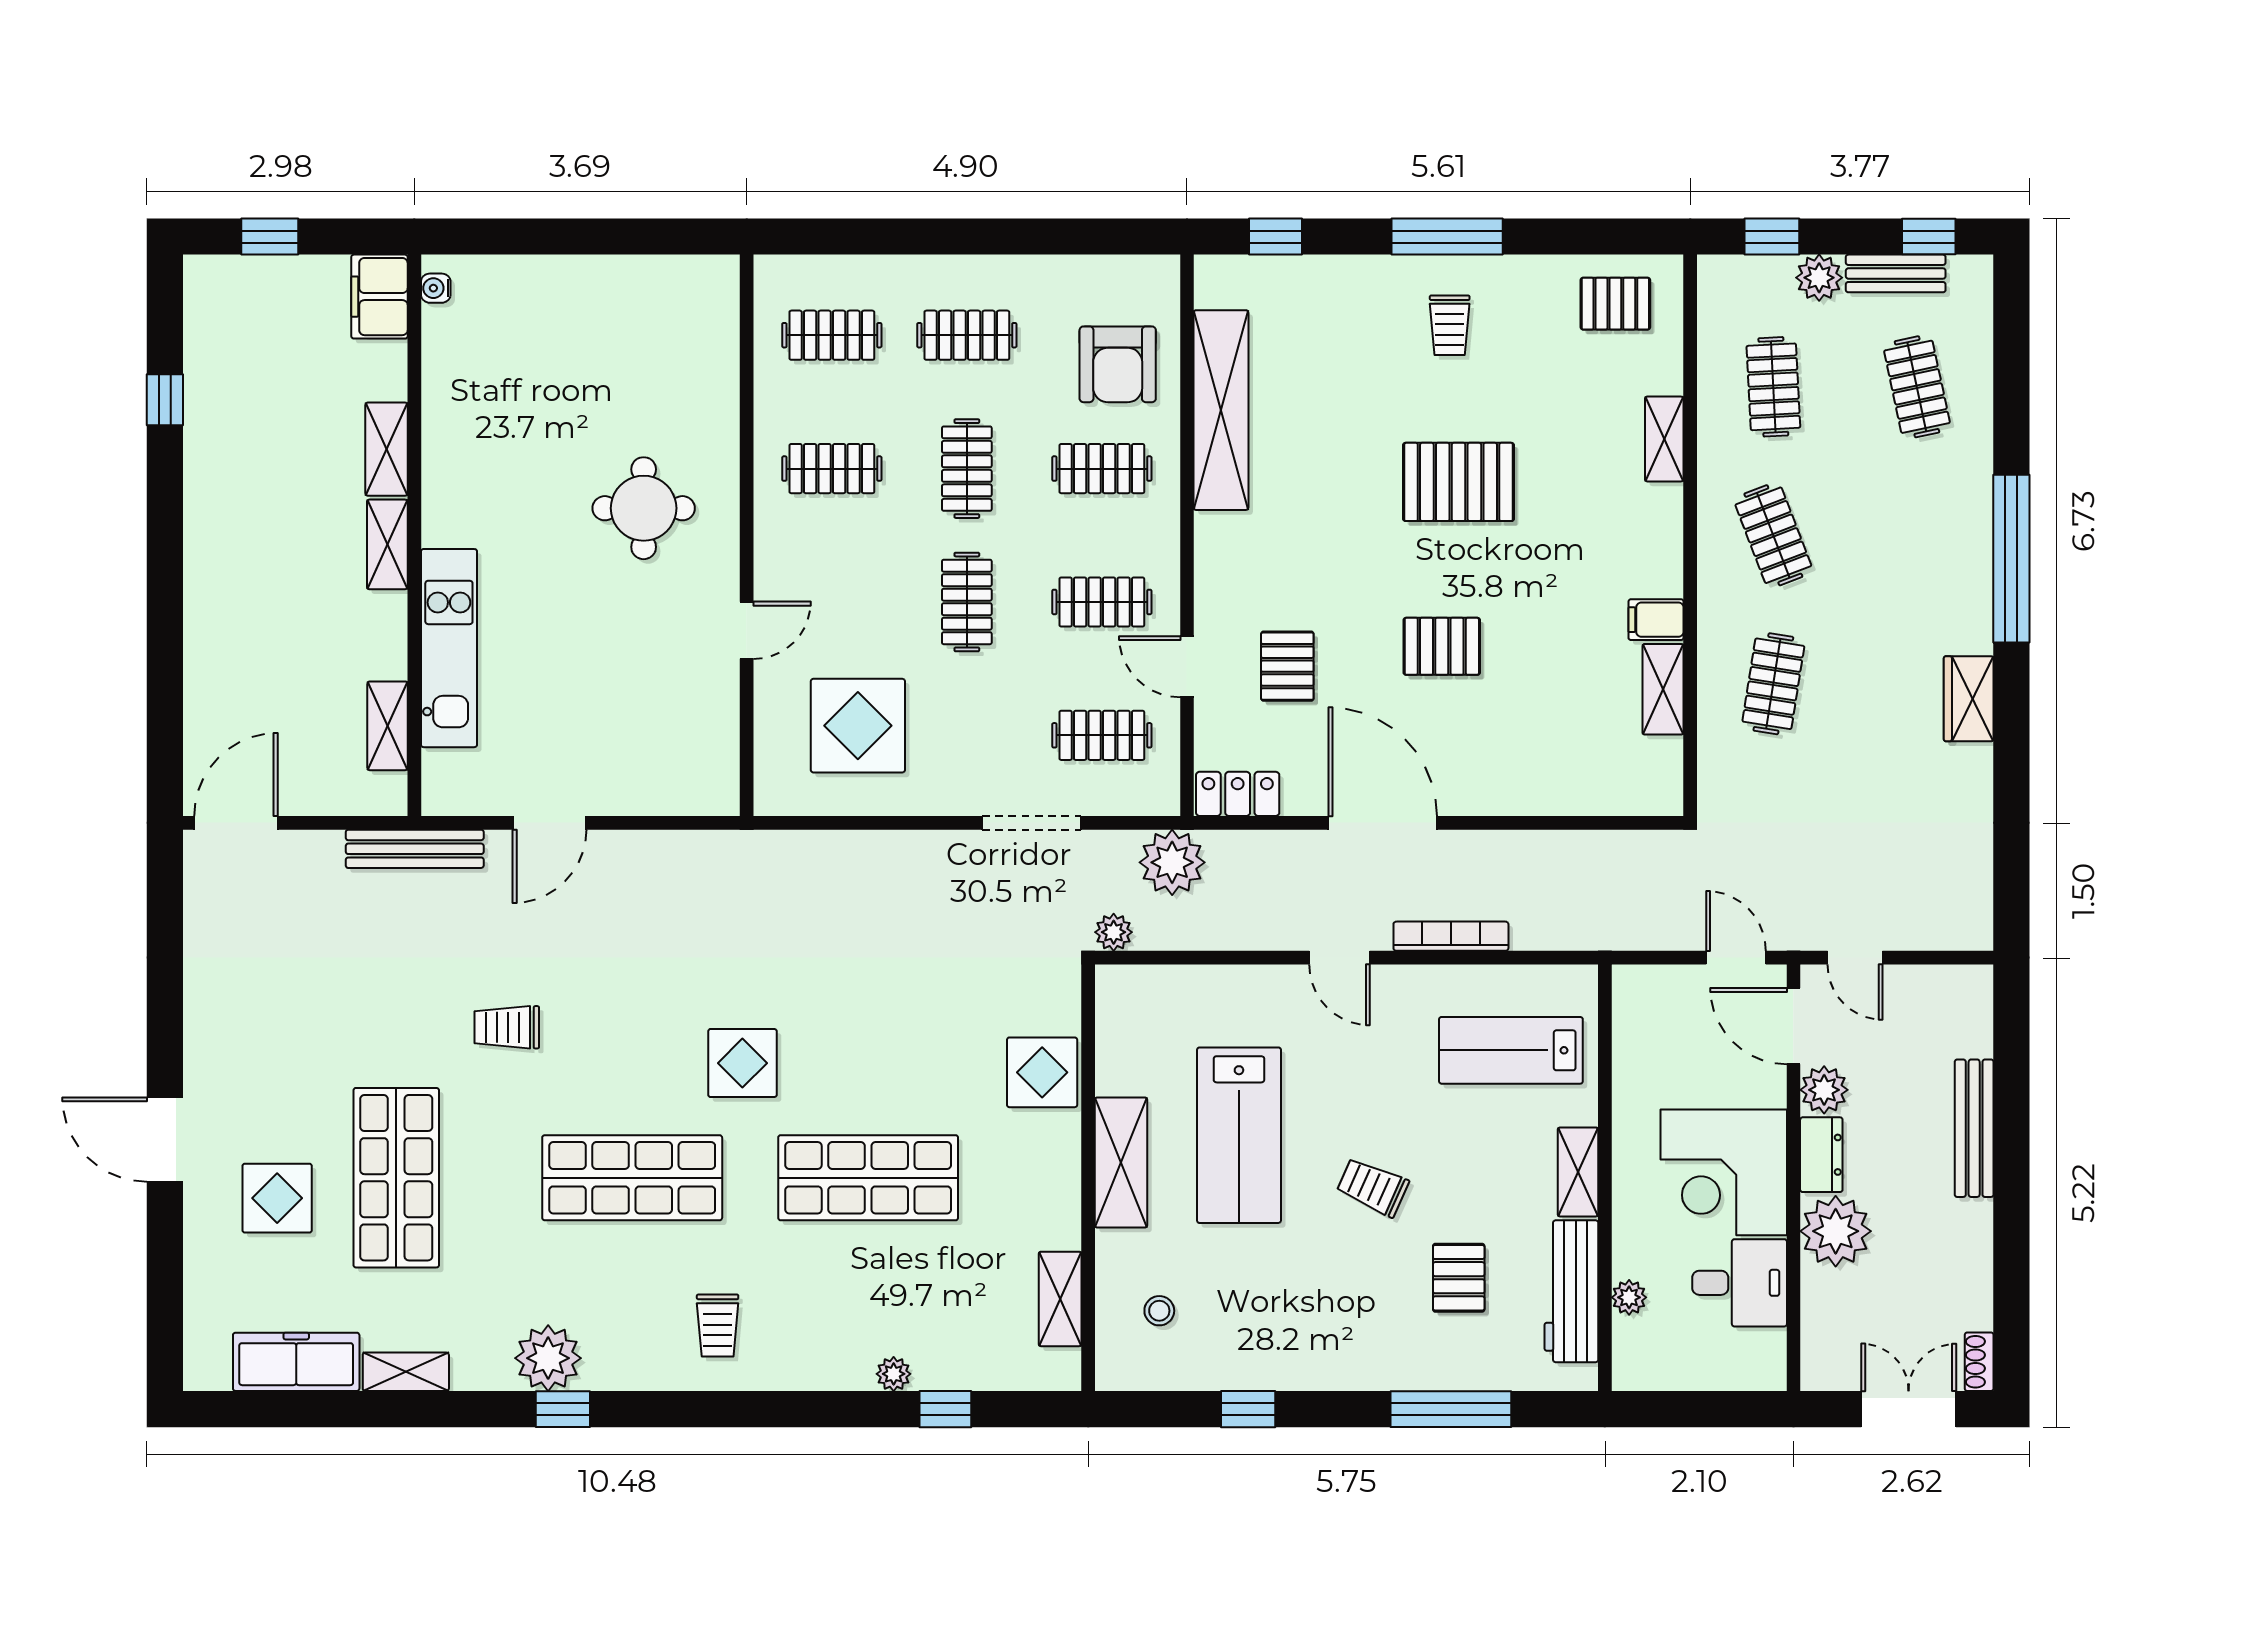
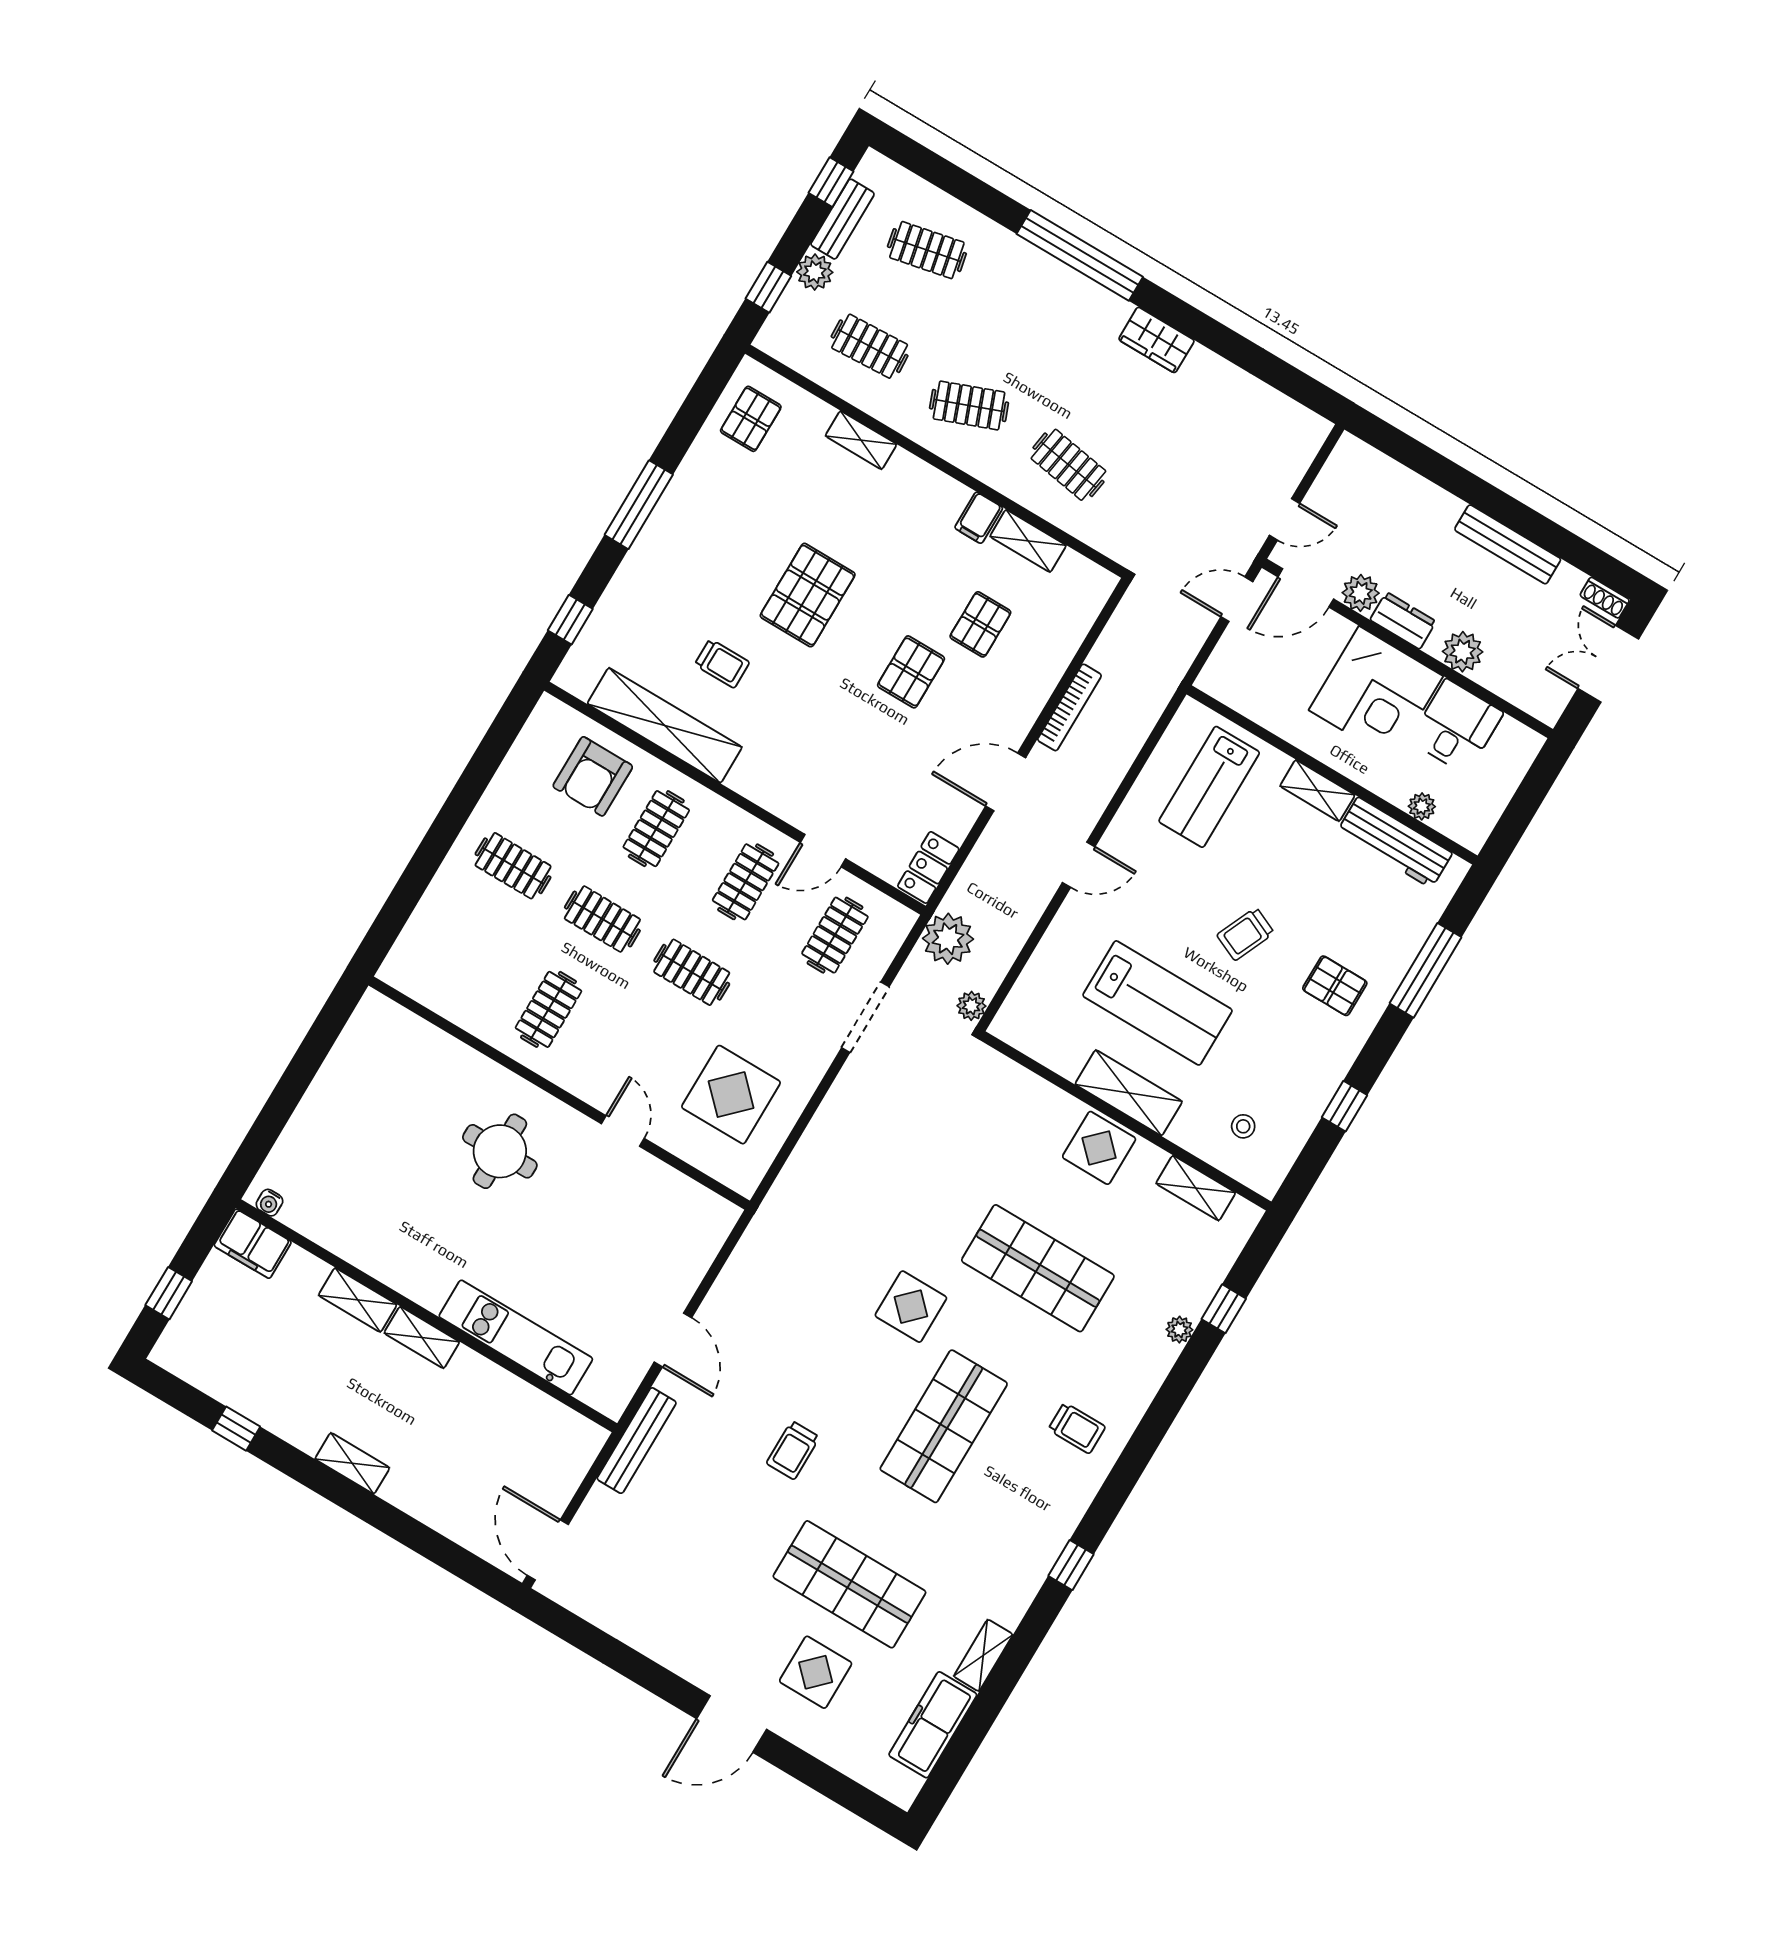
trolley: (1450, 325) -> (722, 664), moved
clothes rail: (832, 335) -> (459, 956), removed
clothes rail: (967, 335) -> (513, 866), turned 90
armchair: (1118, 364) -> (593, 776), turned 90
pallet: (1287, 666) -> (980, 624), moved, turned 90
shelving: (387, 726) -> (352, 1463), moved
door: (1383, 823) -> (1006, 782), width x0.73
bookcase: (1451, 936) -> (1069, 707), moved, turned 180
display table: (1042, 1072) -> (1099, 1148), moved
bench: (1974, 1128) -> (1508, 544), moved
shop shelf: (868, 1178) -> (1038, 1268), turned 90
plant: (1836, 1231) -> (1463, 652), width x0.73, depth x0.73
pallet: (1459, 1278) -> (1335, 986), moved
plant: (548, 1358) -> (1031, 1555), removed

